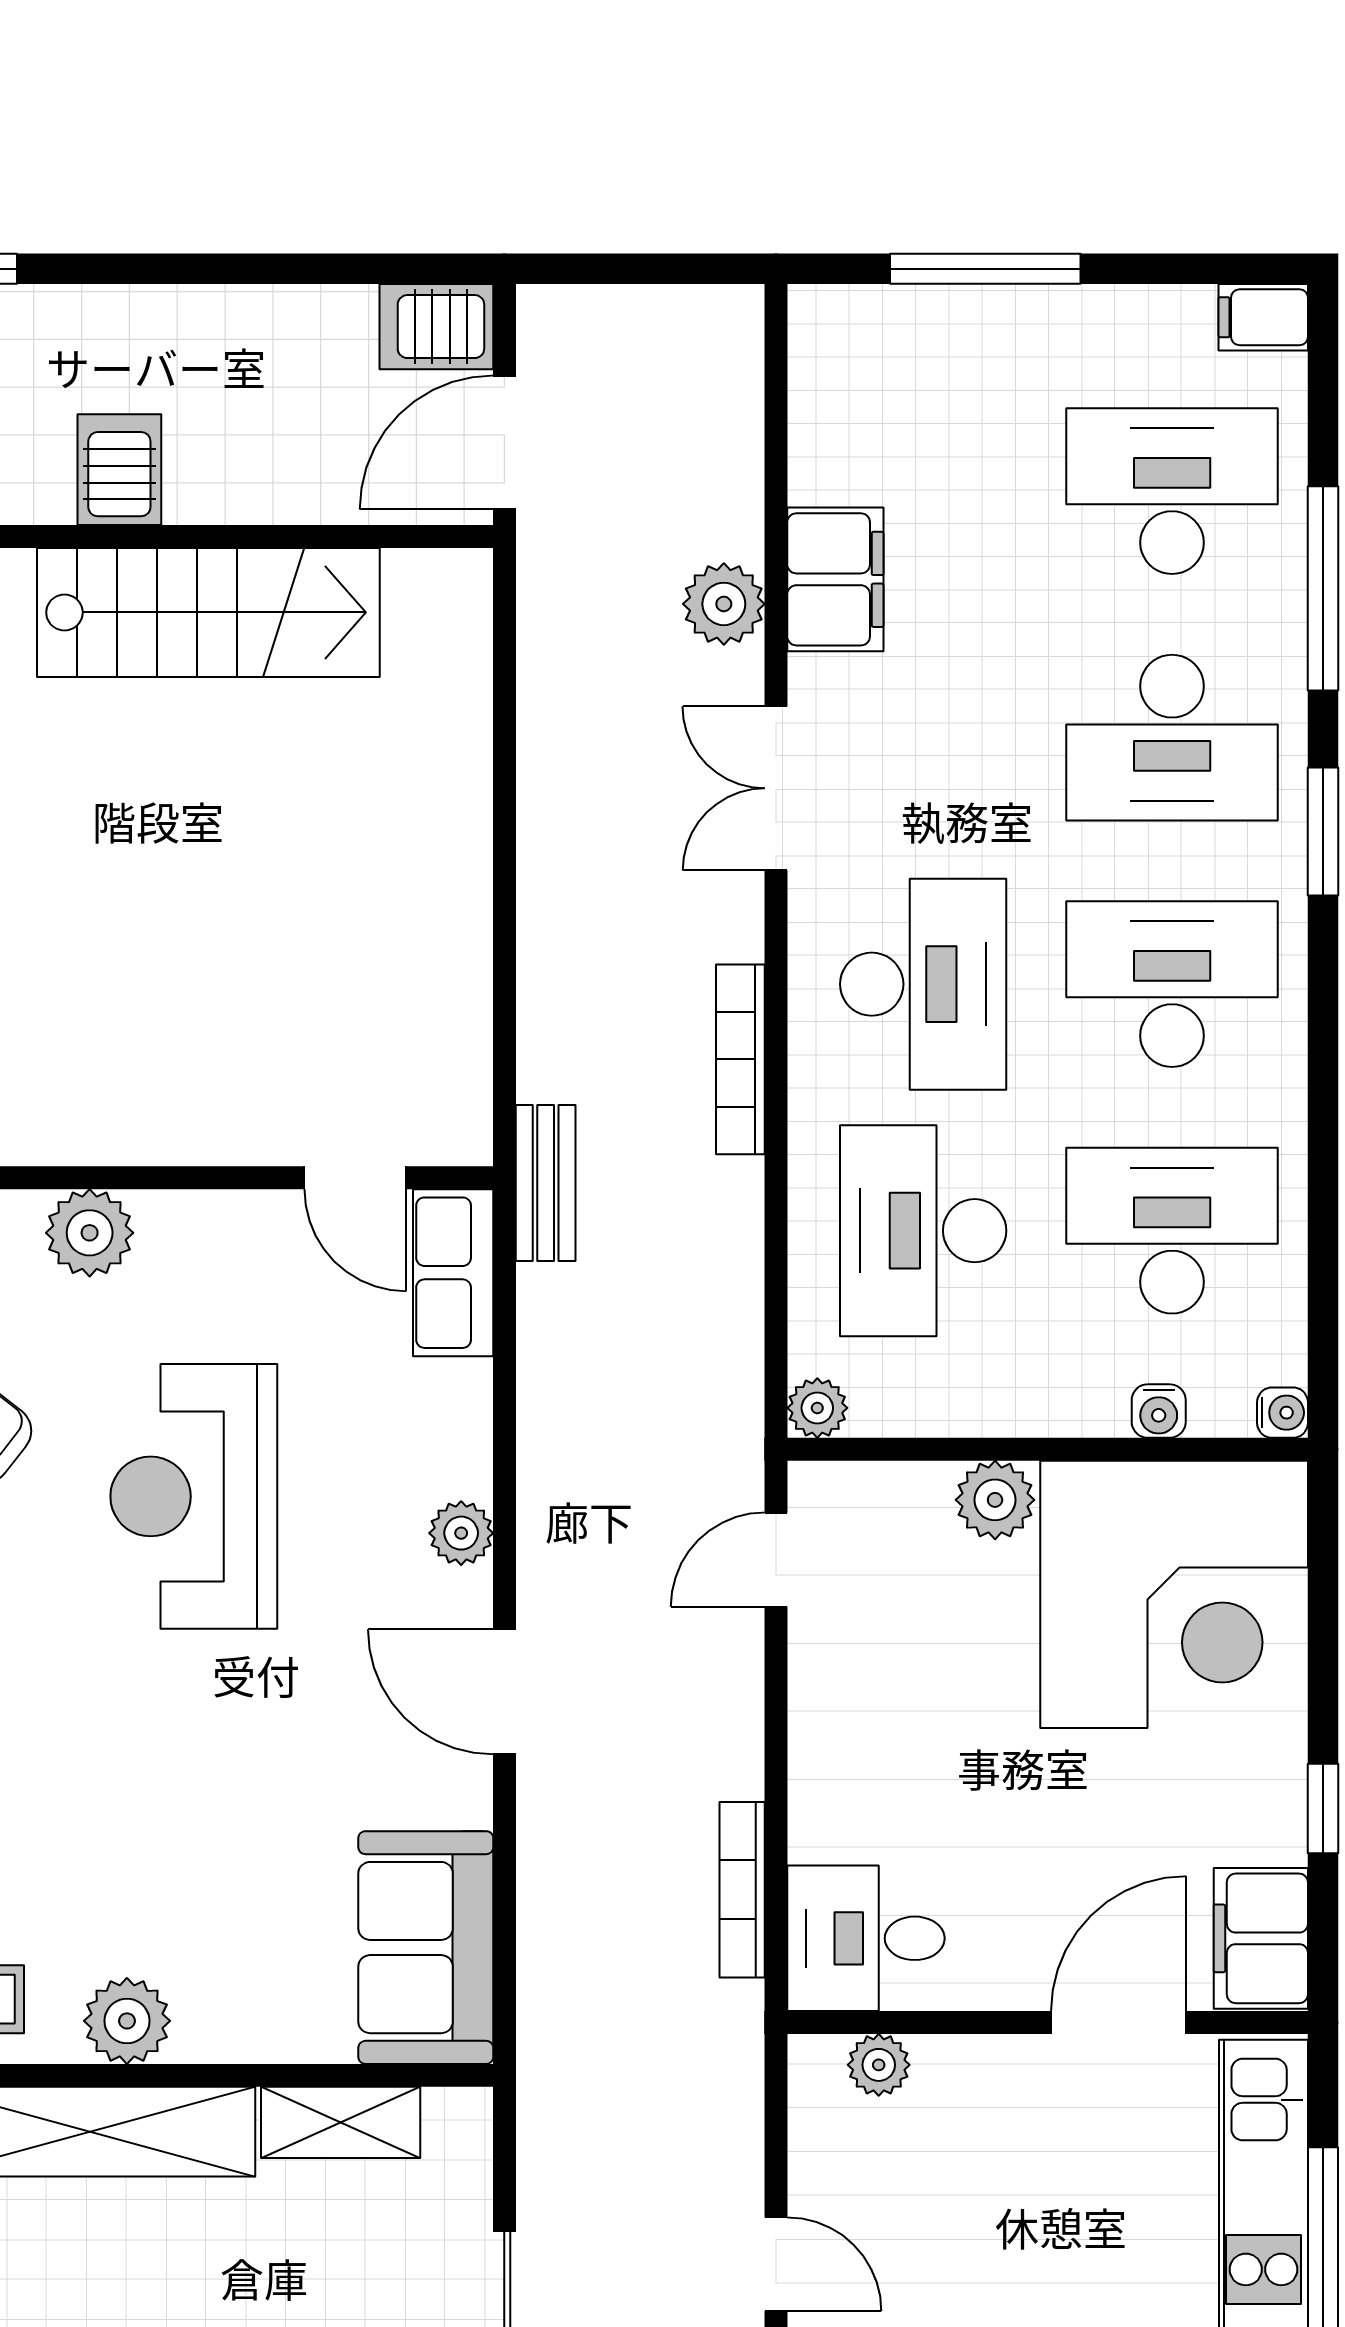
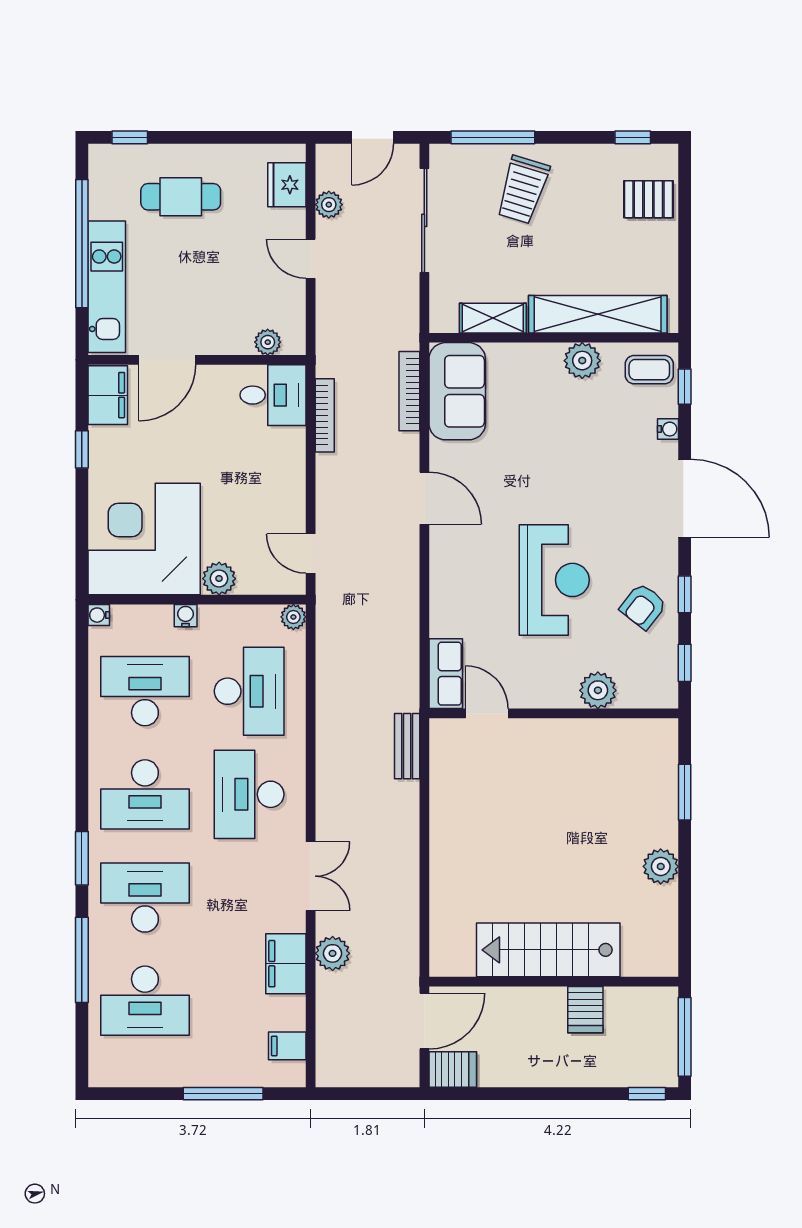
filing cabinet: (1263, 317) -> (287, 1046), moved, turned 180
bookcase: (740, 1059) -> (409, 391), moved, turned 180
bench: (546, 1183) -> (407, 746), moved
desk: (1172, 1231) -> (145, 691), turned 180
water cooler: (1159, 1411) -> (186, 616), moved
plant: (461, 1533) -> (442, 565), removed
door: (776, 1560) -> (311, 554), swing flipped

